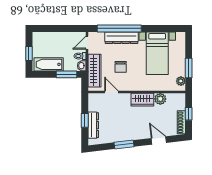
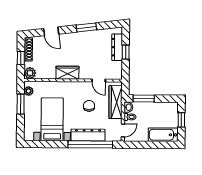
bathtub: (49, 64) -> (163, 135), moved, turned 180
plant: (160, 99) -> (30, 73), moved

